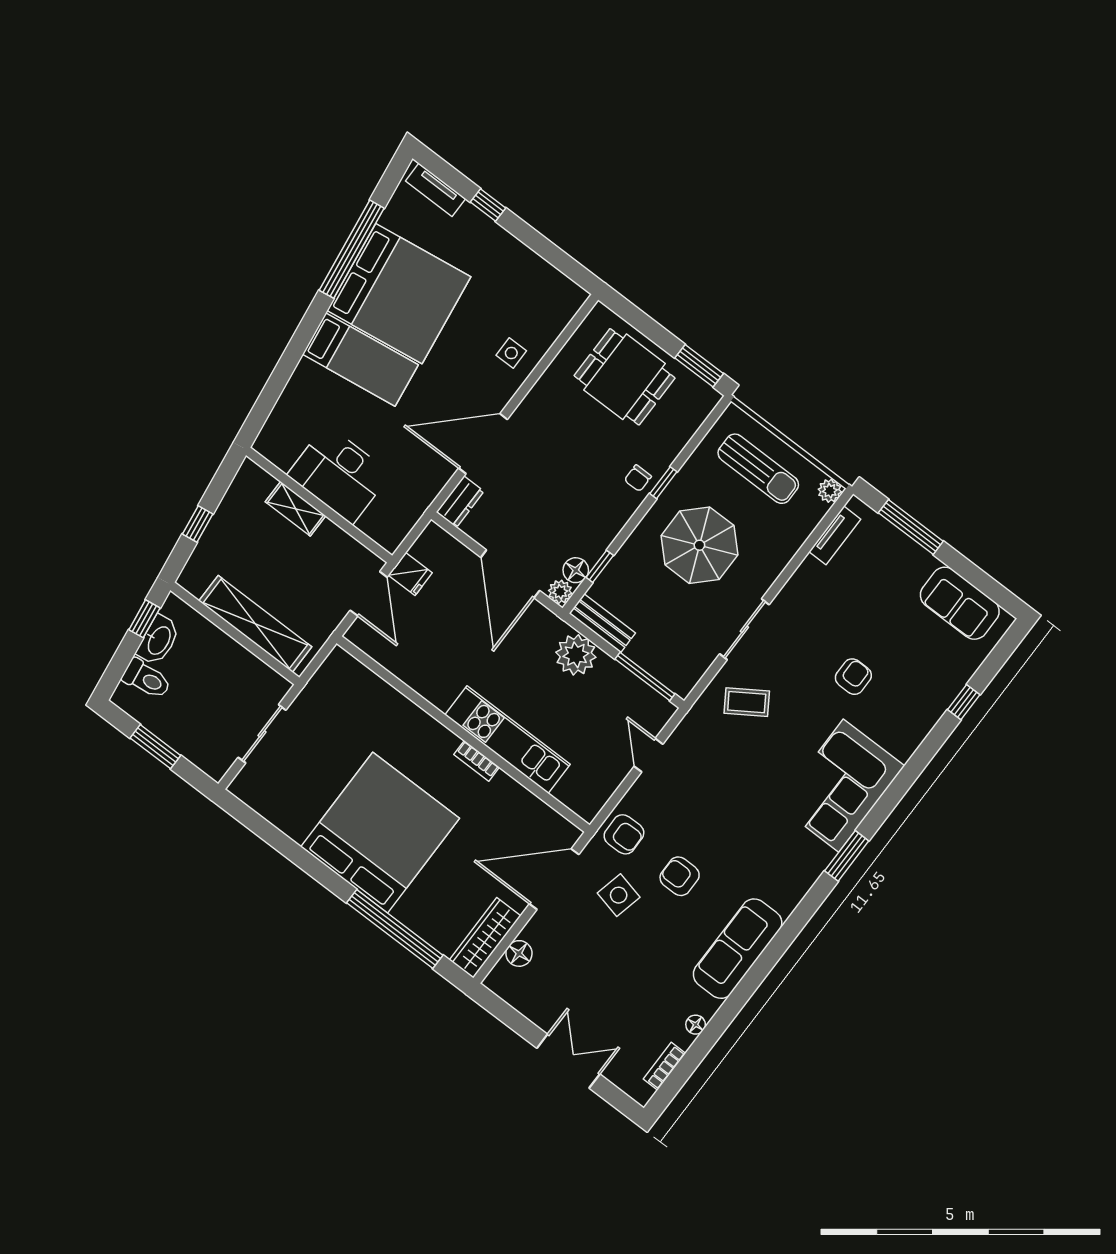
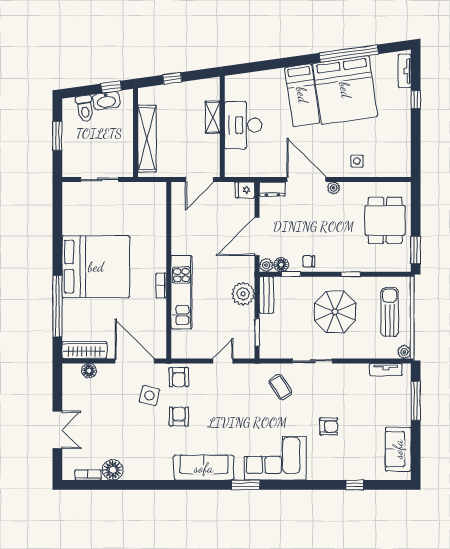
plant: (524, 415) -> (334, 188), added
sun lounger: (758, 469) -> (390, 312), turned 180
chair: (638, 478) -> (309, 261), moved
fridge: (410, 574) -> (245, 190), moved, turned 90
window: (645, 677) -> (257, 332), width x0.69
sofa: (738, 949) -> (204, 468), moved
floor lamp: (696, 1025) -> (113, 470), width x1.89, depth x1.89

